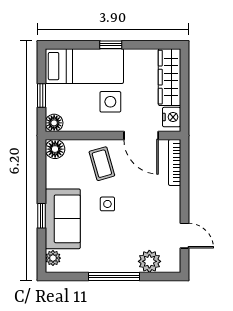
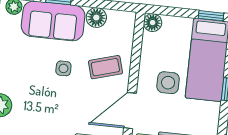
window: (41, 96) -> (211, 16), moved
floor lamp: (55, 149) -> (96, 18), moved

